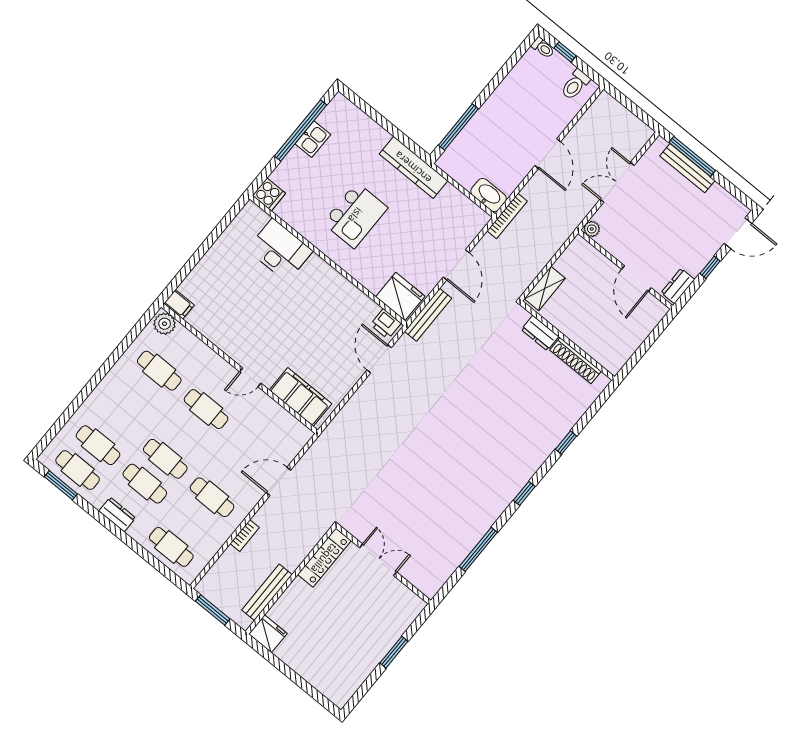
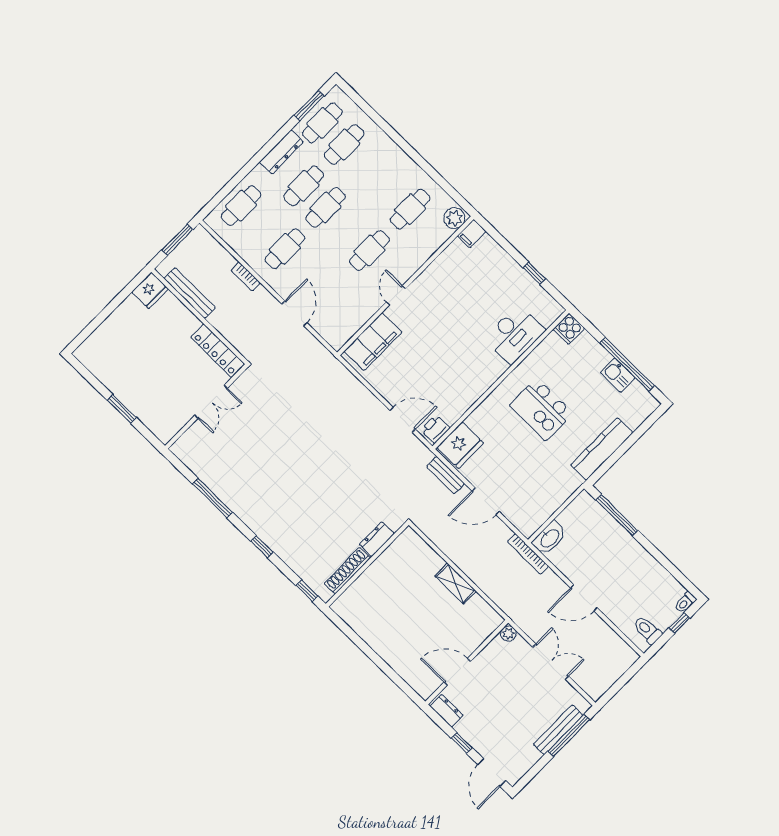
kitchen counter: (413, 167) -> (602, 449), moved
window: (214, 235) -> (534, 273), added
bench: (428, 315) -> (446, 475), width x0.73
dresser: (540, 333) -> (377, 539), moved
wall: (567, 341) -> (367, 564), moved
shoe rack: (576, 361) -> (347, 571), moved
dresser: (117, 514) -> (281, 152), width x1.44

